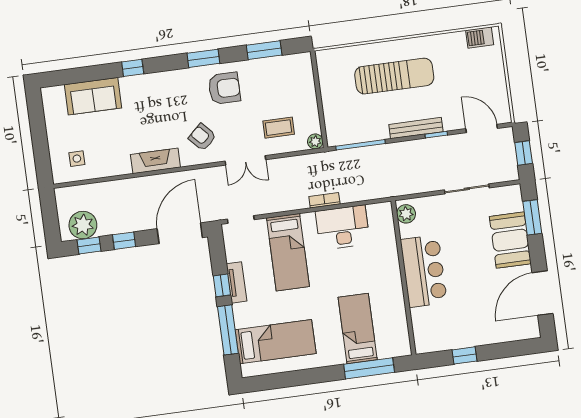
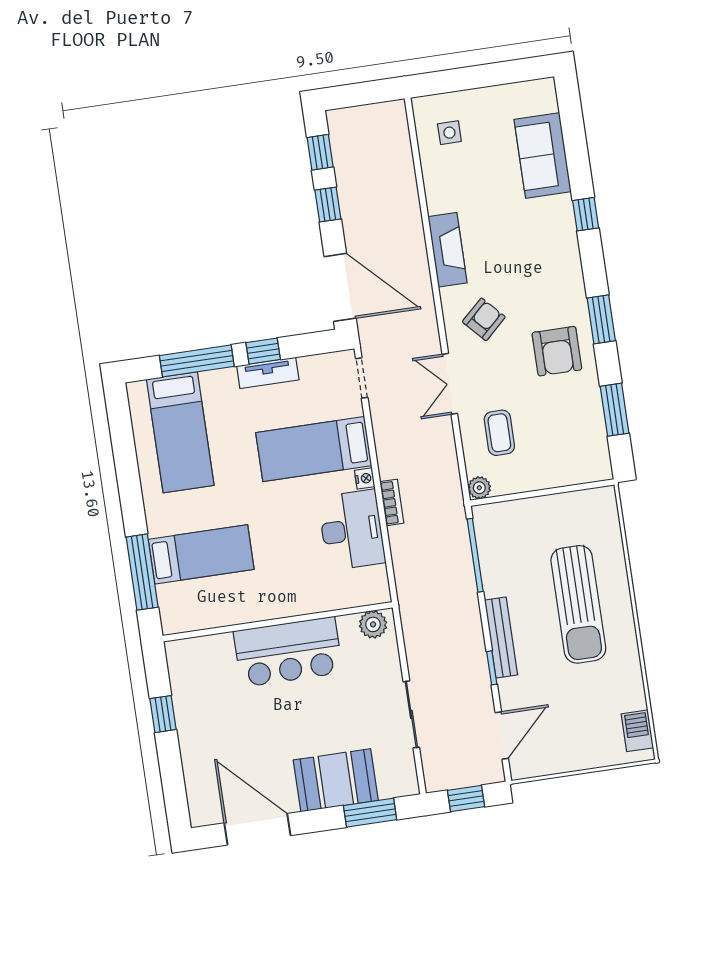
nightstand: (308, 218) -> (365, 478), added
plant: (83, 225) -> (351, 143), removed

